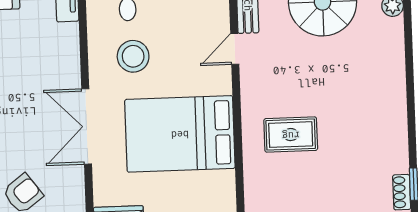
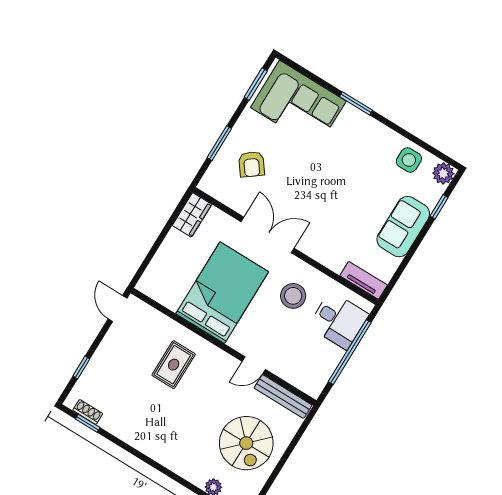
door: (235, 49) -> (254, 365), swing flipped

